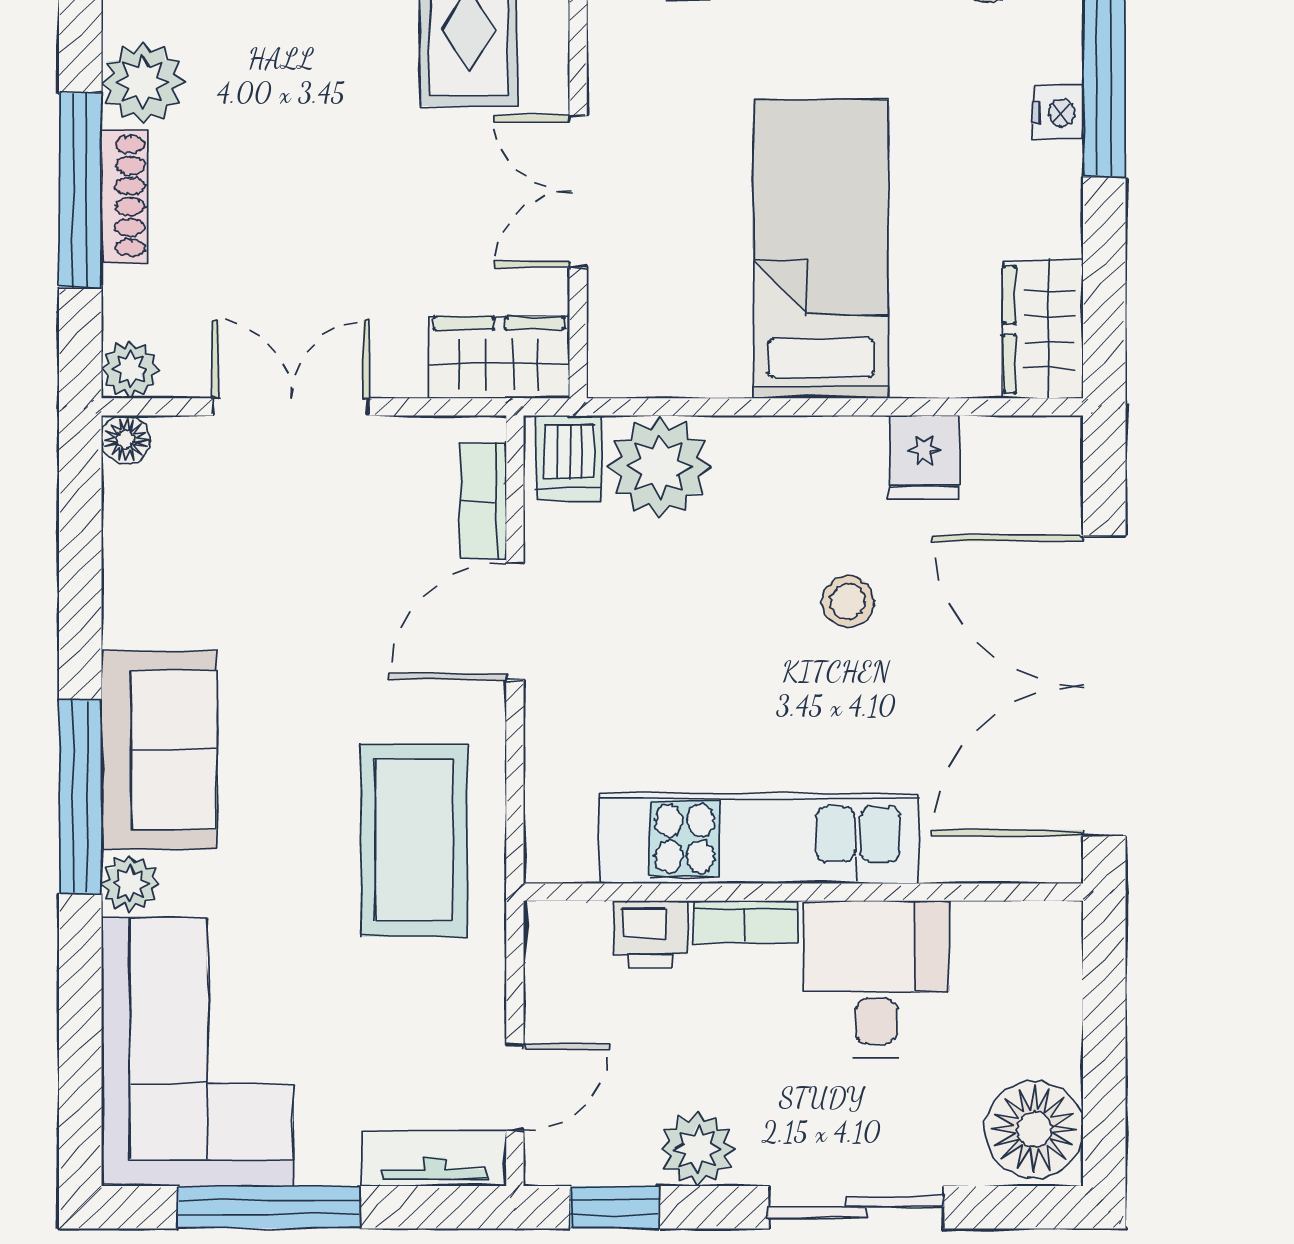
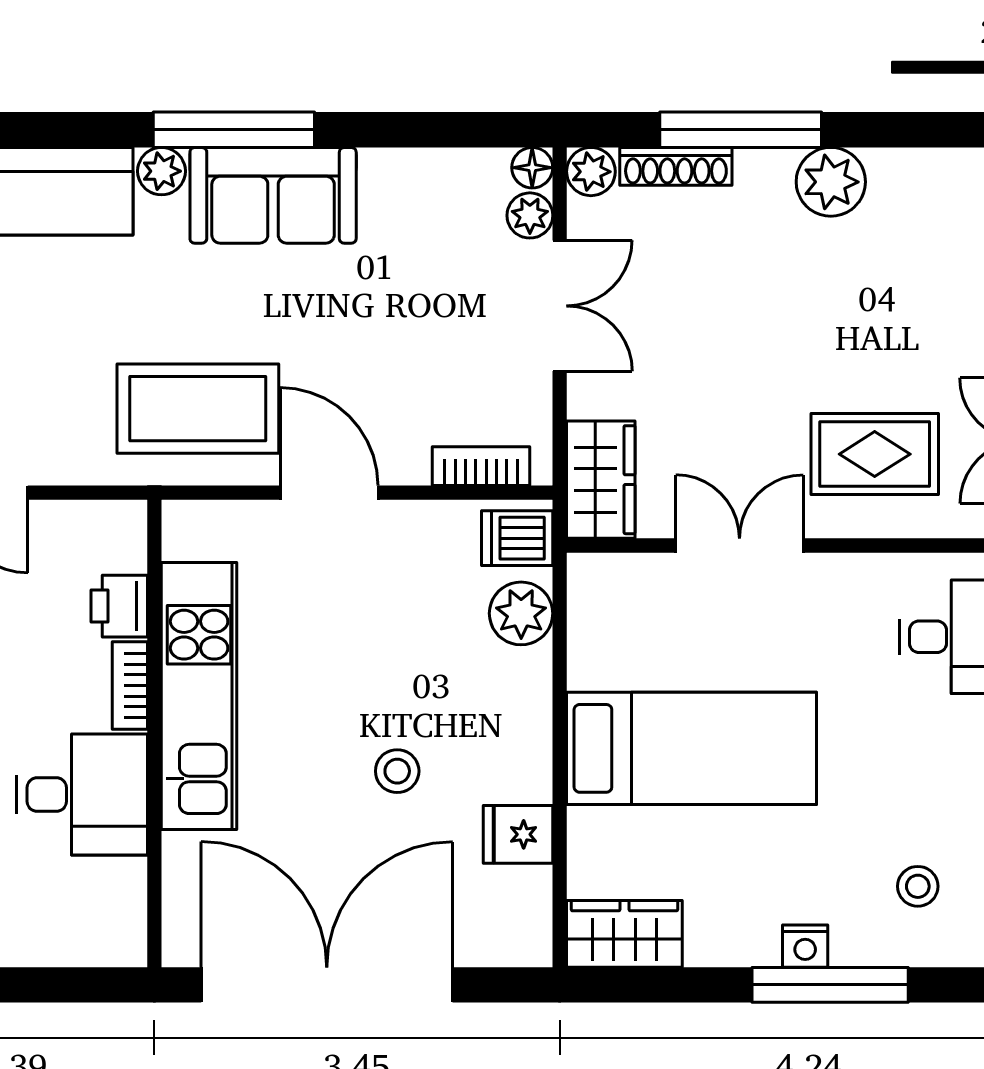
shoe rack: (124, 196) -> (676, 166), moved
plant: (183, 443) -> (530, 215), added
plant: (659, 467) -> (521, 613), width x0.73, depth x0.73
door: (515, 621) -> (329, 493), moved

